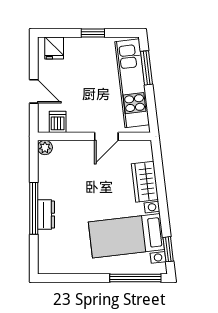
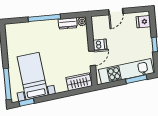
dishwasher: (58, 122) -> (100, 45), moved
door: (106, 136) -> (92, 58), swing flipped
wardrobe: (145, 182) -> (79, 82), moved
dresser: (46, 215) -> (68, 23), moved

